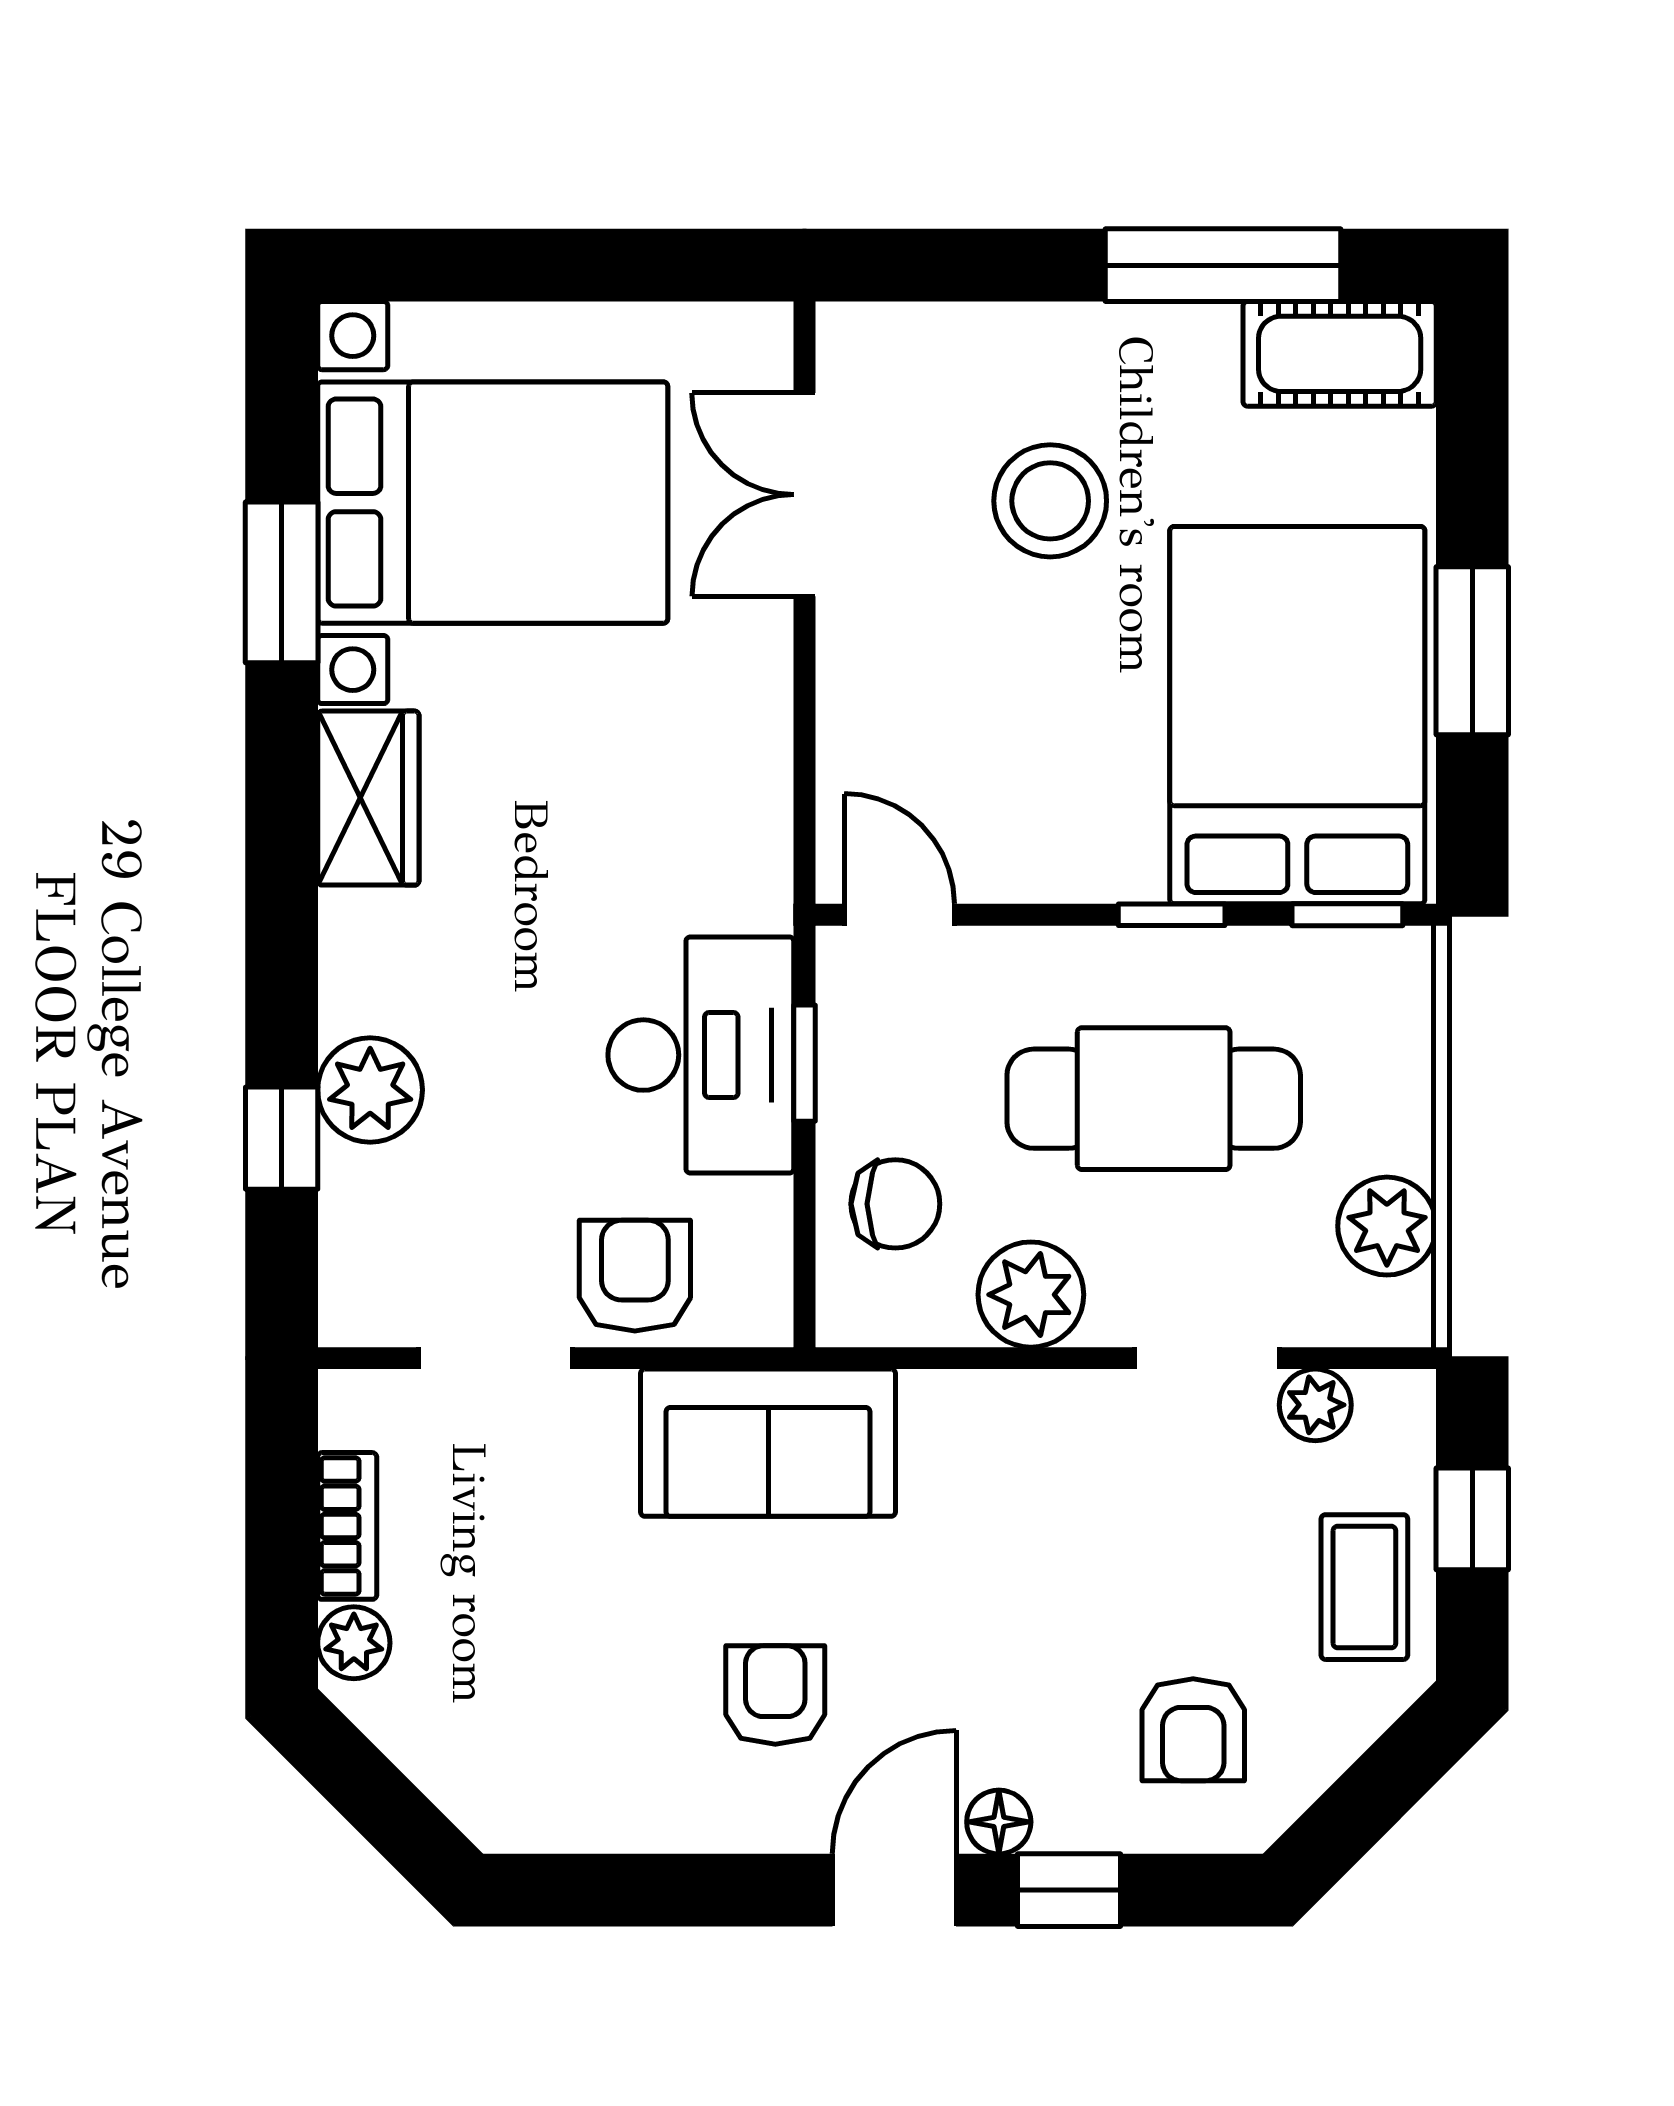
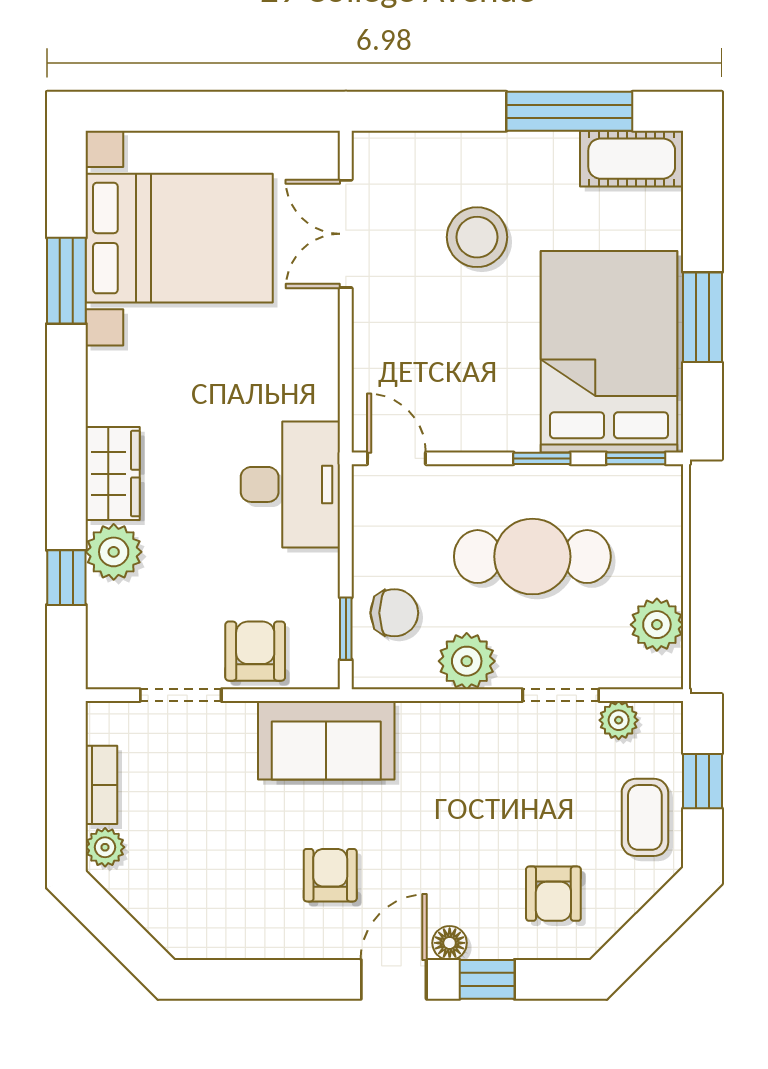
wardrobe: (368, 798) -> (113, 474), moved
desk: (701, 1055) -> (290, 484), moved
window: (805, 1063) -> (346, 629), moved

